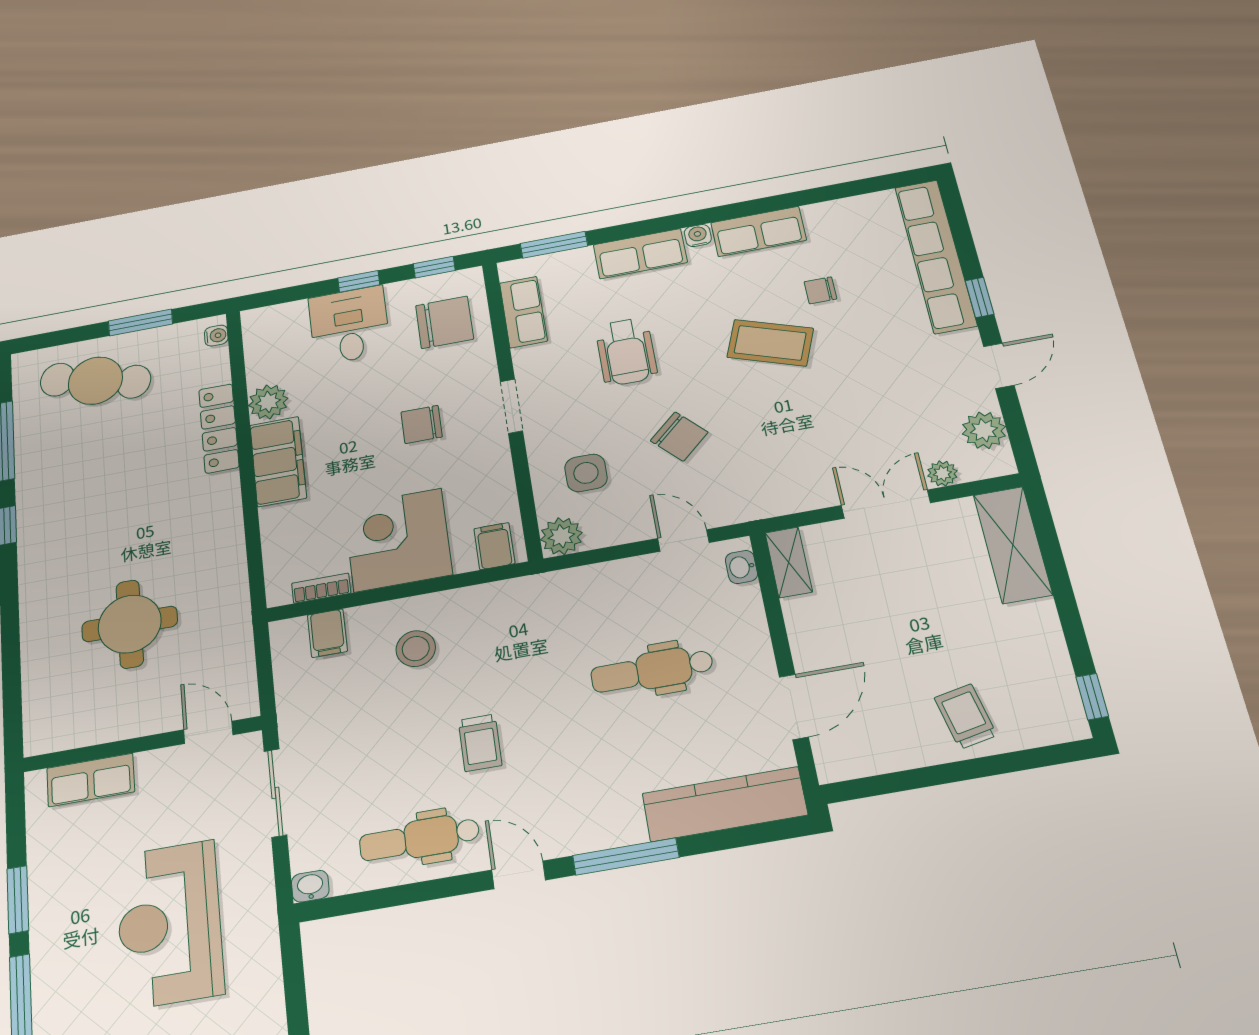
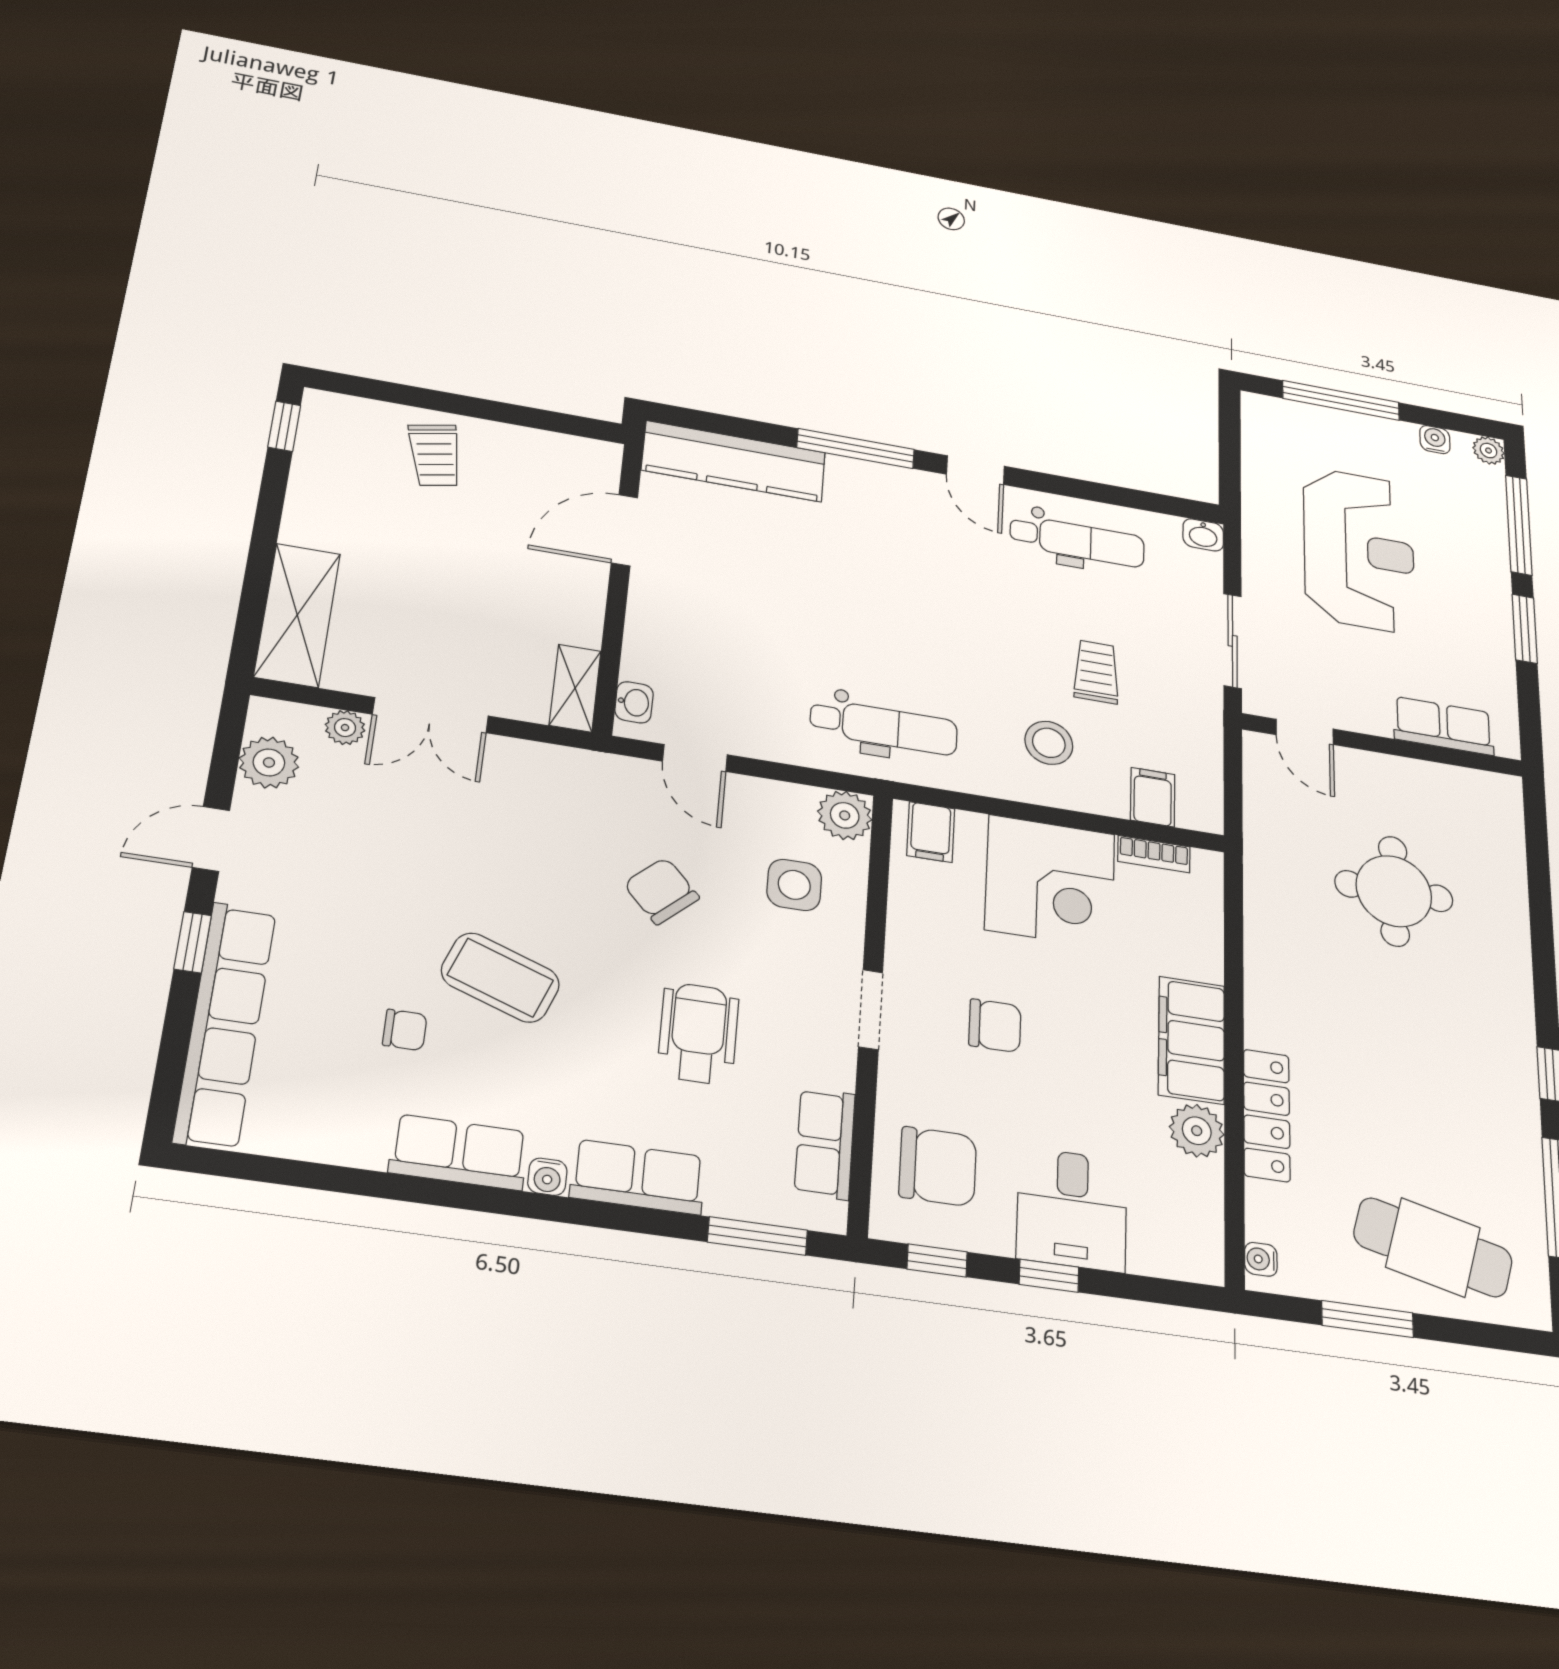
chair: (445, 322) -> (938, 1166), turned 180
dental chair: (652, 670) -> (884, 727), moved
trolley: (480, 743) -> (1096, 672), moved

